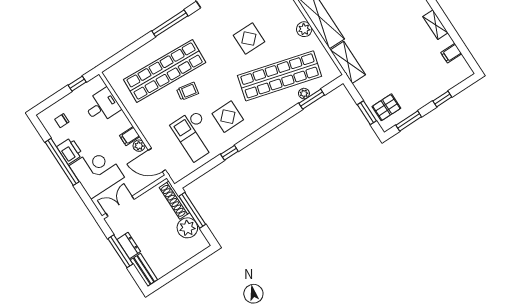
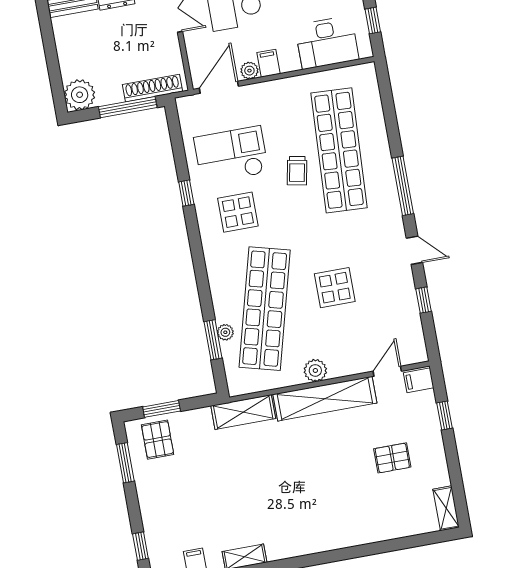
window: (442, 99) -> (140, 546), moved
desk: (102, 106) -> (327, 42), width x1.37
plant: (187, 228) -> (80, 95), moved

